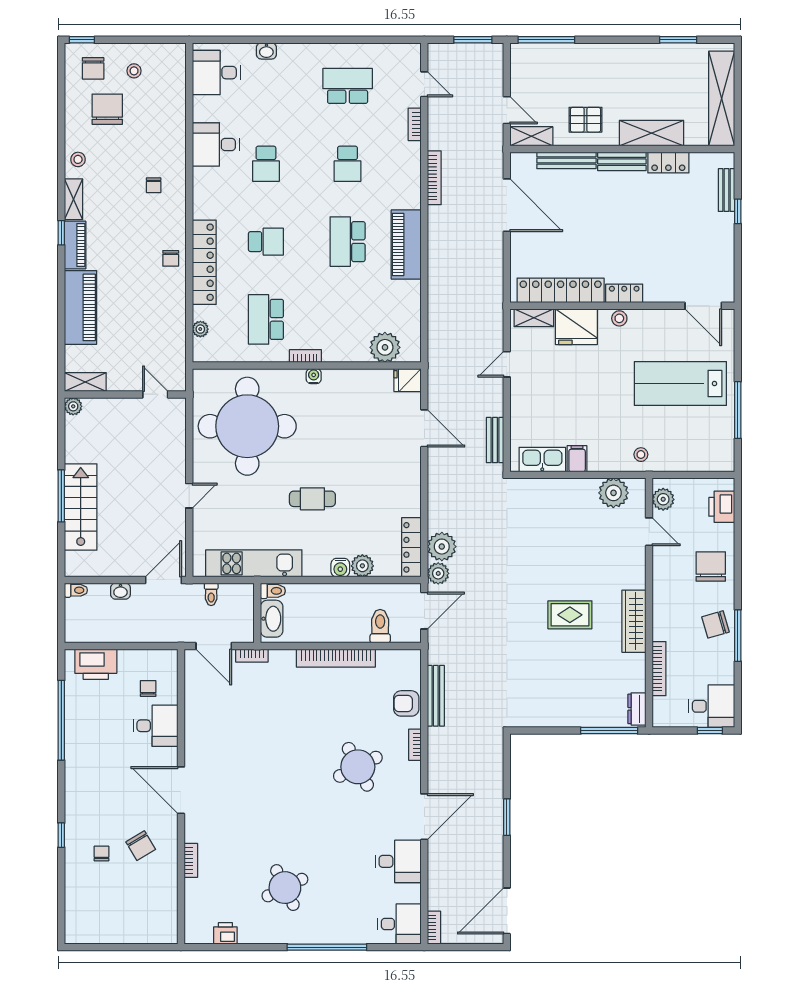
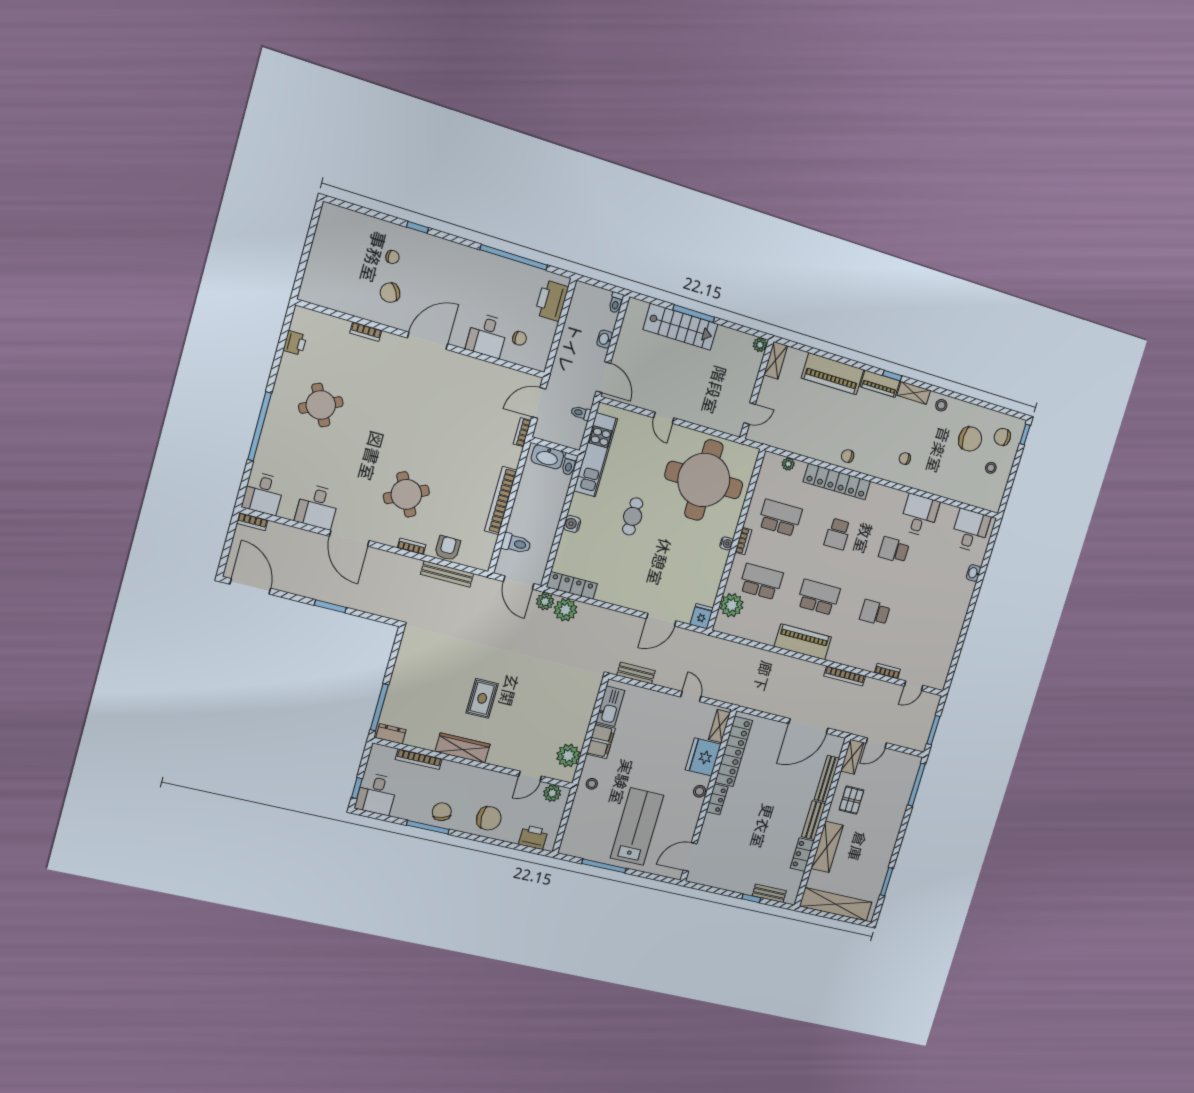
school desk: (348, 86) -> (761, 582), moved, turned -90
filing cabinet: (577, 459) -> (601, 741), width x2.00
plant: (362, 566) -> (569, 542), removed

